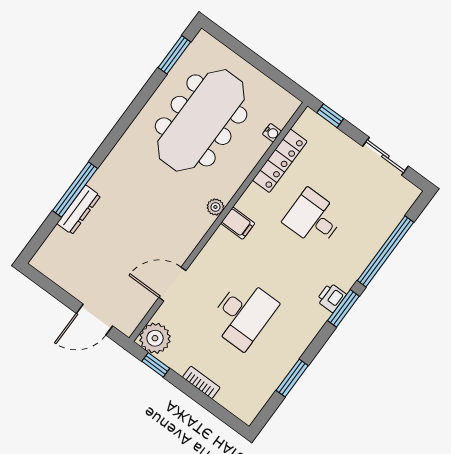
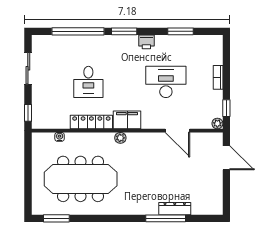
locker: (280, 161) -> (91, 122), moved
filing cabinet: (238, 223) -> (127, 120), width x2.00
printer: (331, 298) -> (146, 42), moved
plant: (155, 338) -> (217, 123), width x0.53, depth x0.53

